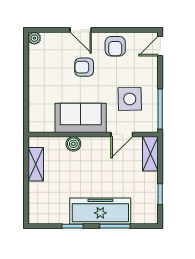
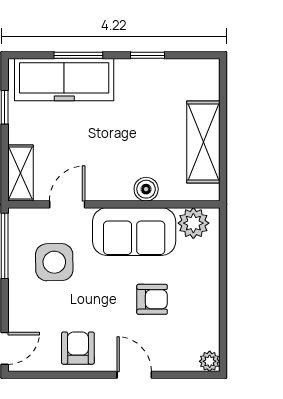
armchair: (84, 67) -> (152, 299), moved
plant: (44, 123) -> (193, 223), added
shelving: (36, 164) -> (203, 142), width x1.50, depth x1.33
freezer: (100, 211) -> (64, 80), moved

